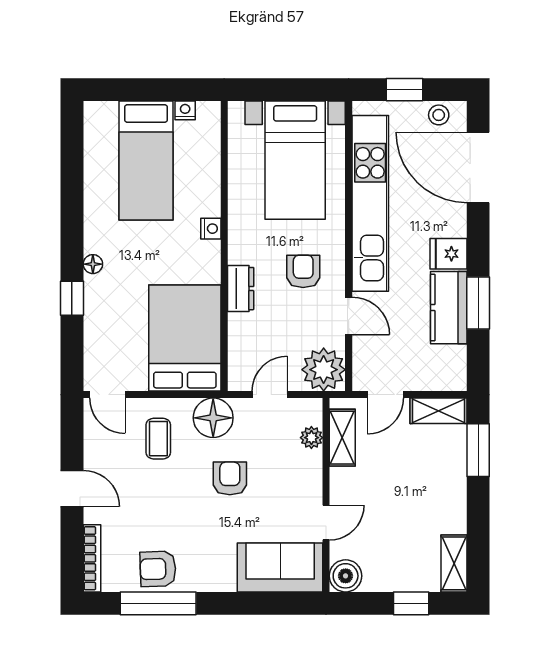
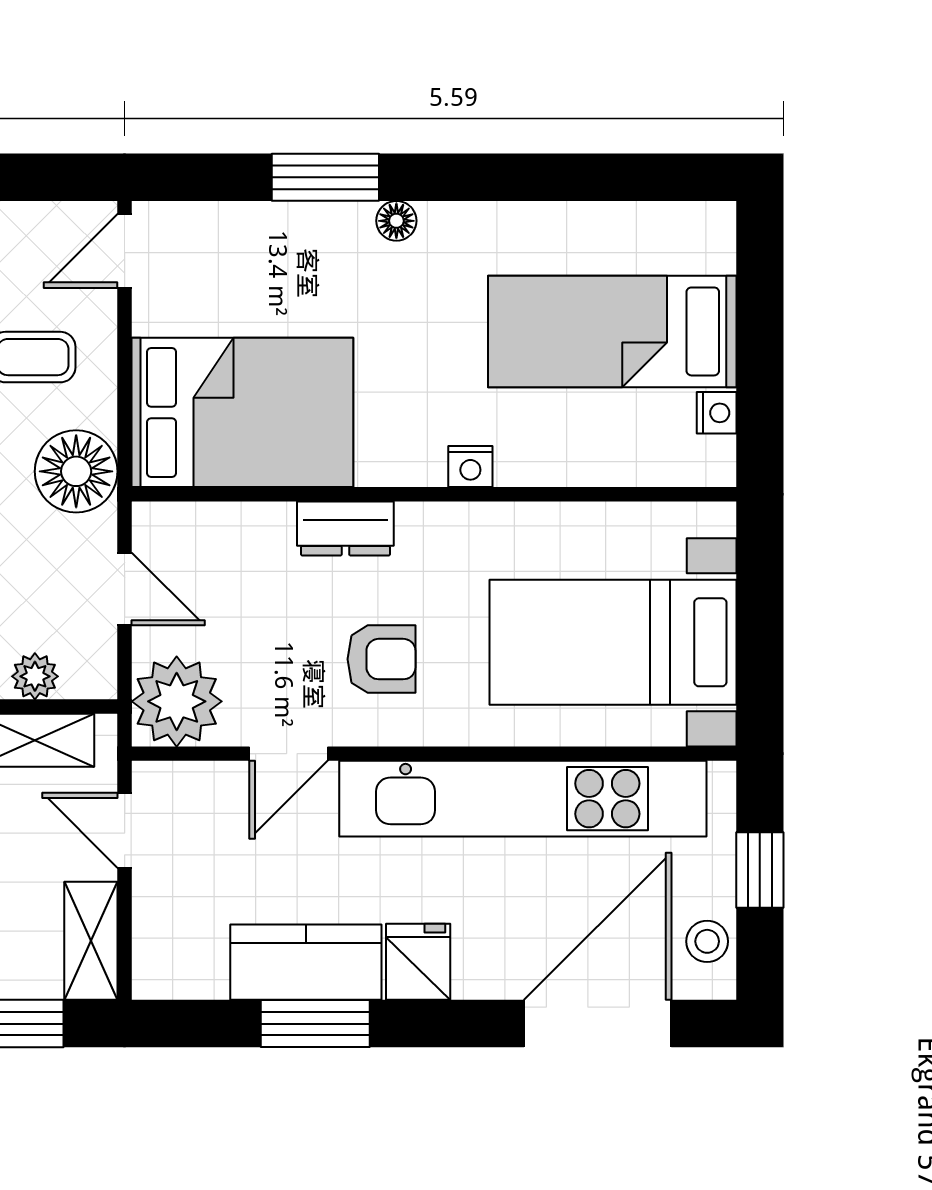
window: (72, 298) -> (325, 177), width x1.50

